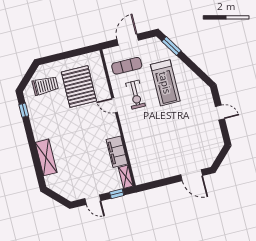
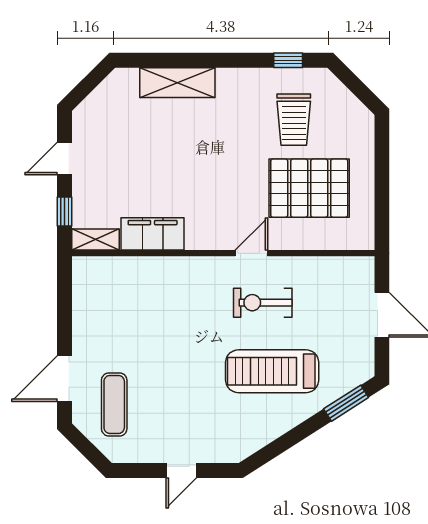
exercise mat: (127, 66) -> (114, 404), moved
trolley: (45, 86) -> (294, 120), moved

